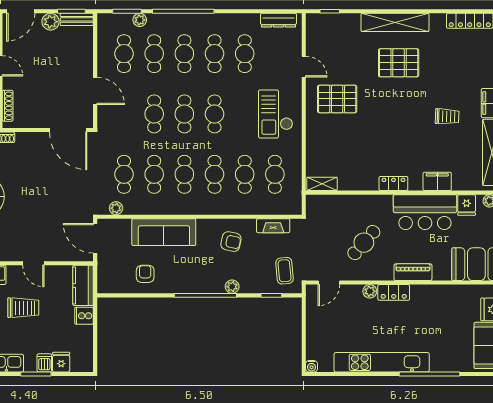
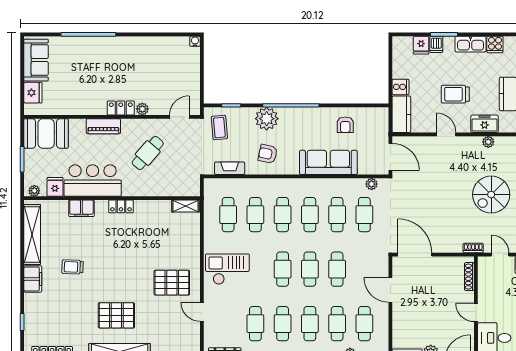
checkout: (276, 114) -> (227, 269), turned -90
plant: (232, 287) -> (267, 119), width x1.88, depth x1.88
kitchen unit: (382, 362) -> (132, 45), removed

